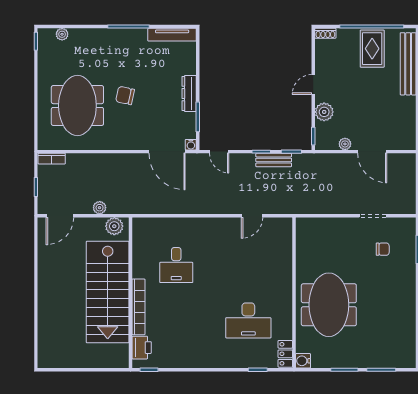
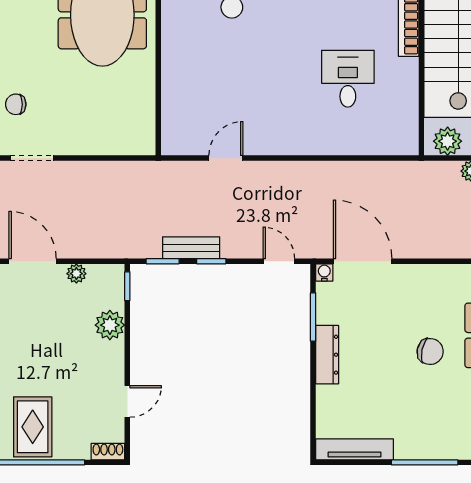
door: (313, 84) -> (127, 401), moved

